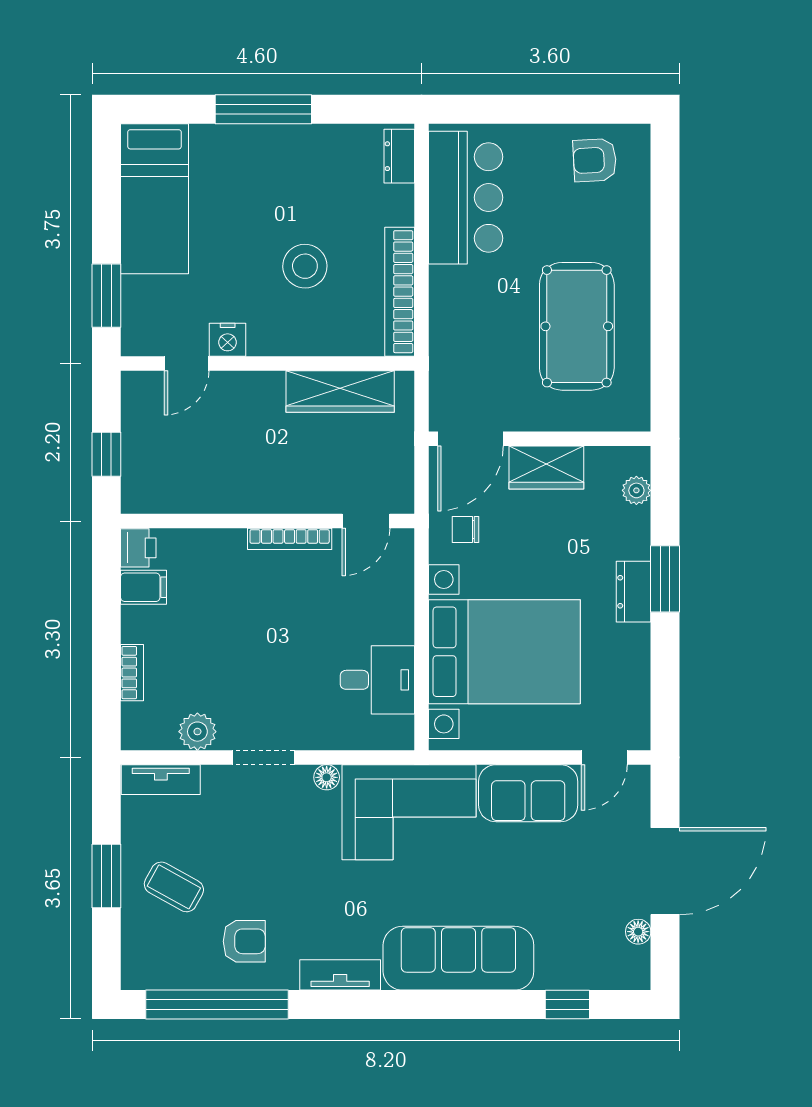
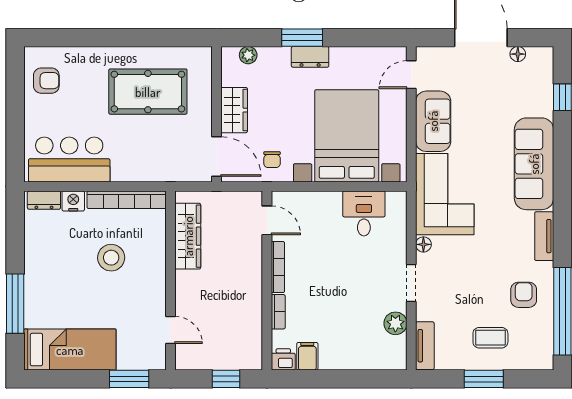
window: (263, 109) -> (15, 304), moved
armchair: (595, 160) -> (46, 81), turned -87
nightstand: (228, 340) -> (73, 201), moved, turned -90
bookcase: (132, 673) -> (278, 312), moved, turned 90
door: (604, 757) -> (411, 75), swing flipped
coffee table: (174, 887) -> (490, 338), turned 61

